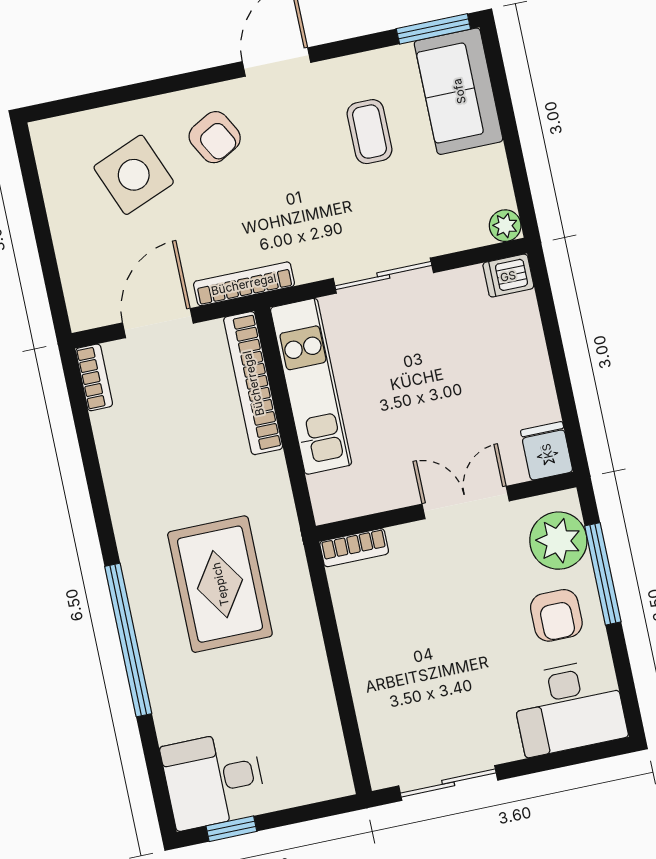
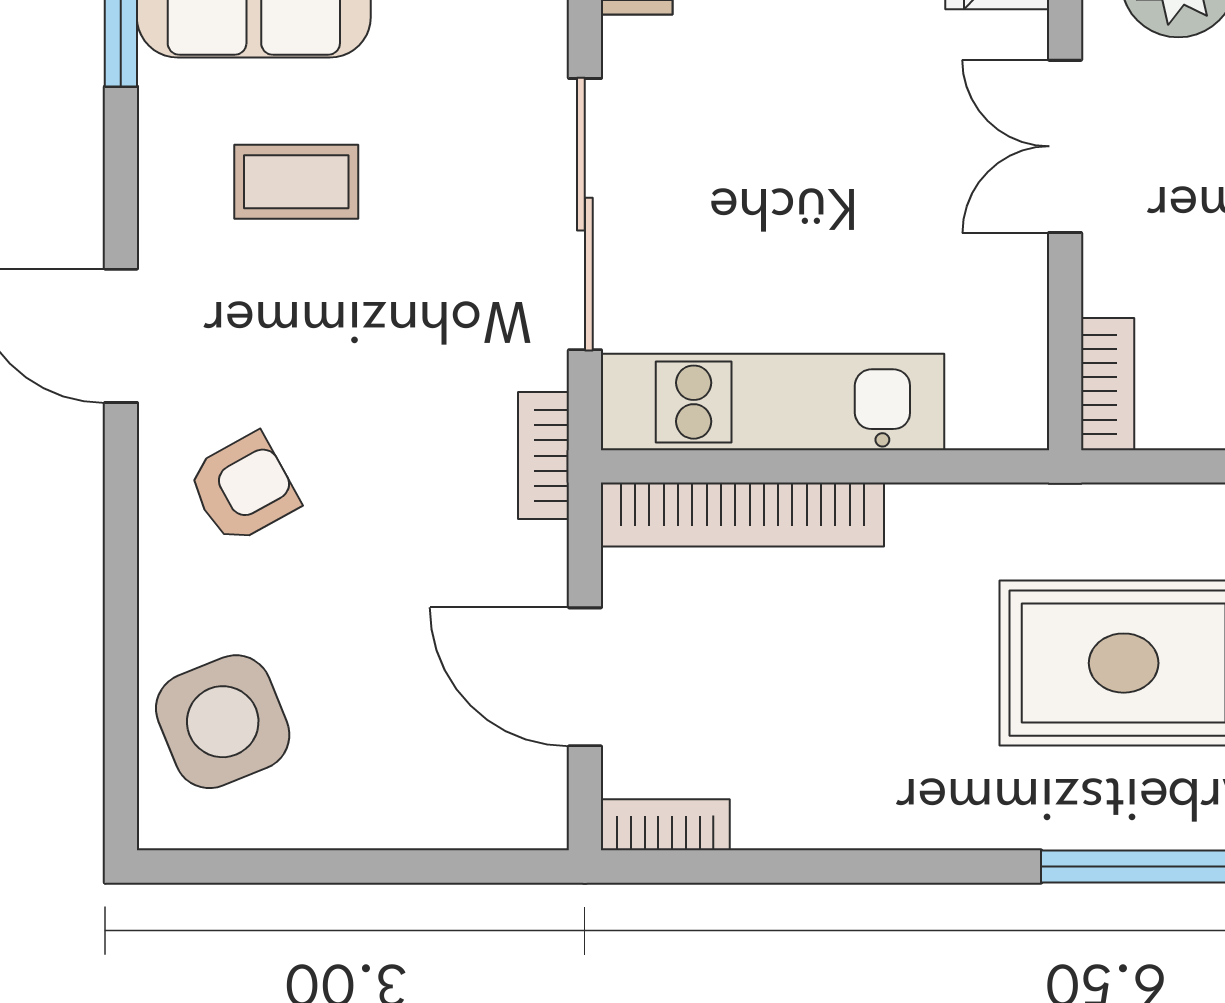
side table: (134, 175) -> (223, 722), moved
sliding door: (383, 276) -> (585, 214), width x1.37
bookcase: (244, 284) -> (543, 456), width x0.64

